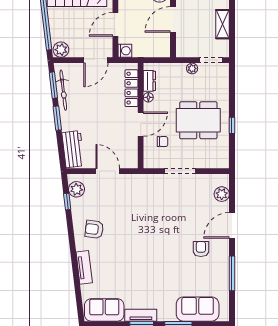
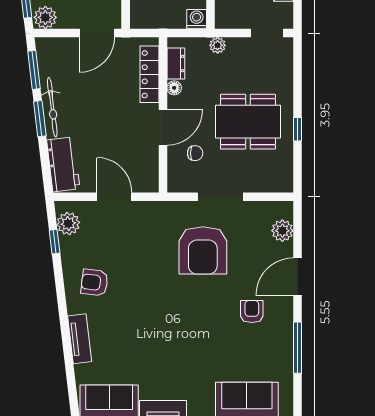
washing machine: (125, 51) -> (197, 19), moved, turned -90
plant: (192, 68) -> (218, 45), moved
bicycle: (63, 90) -> (52, 107), moved
armchair: (168, 207) -> (203, 250), added

